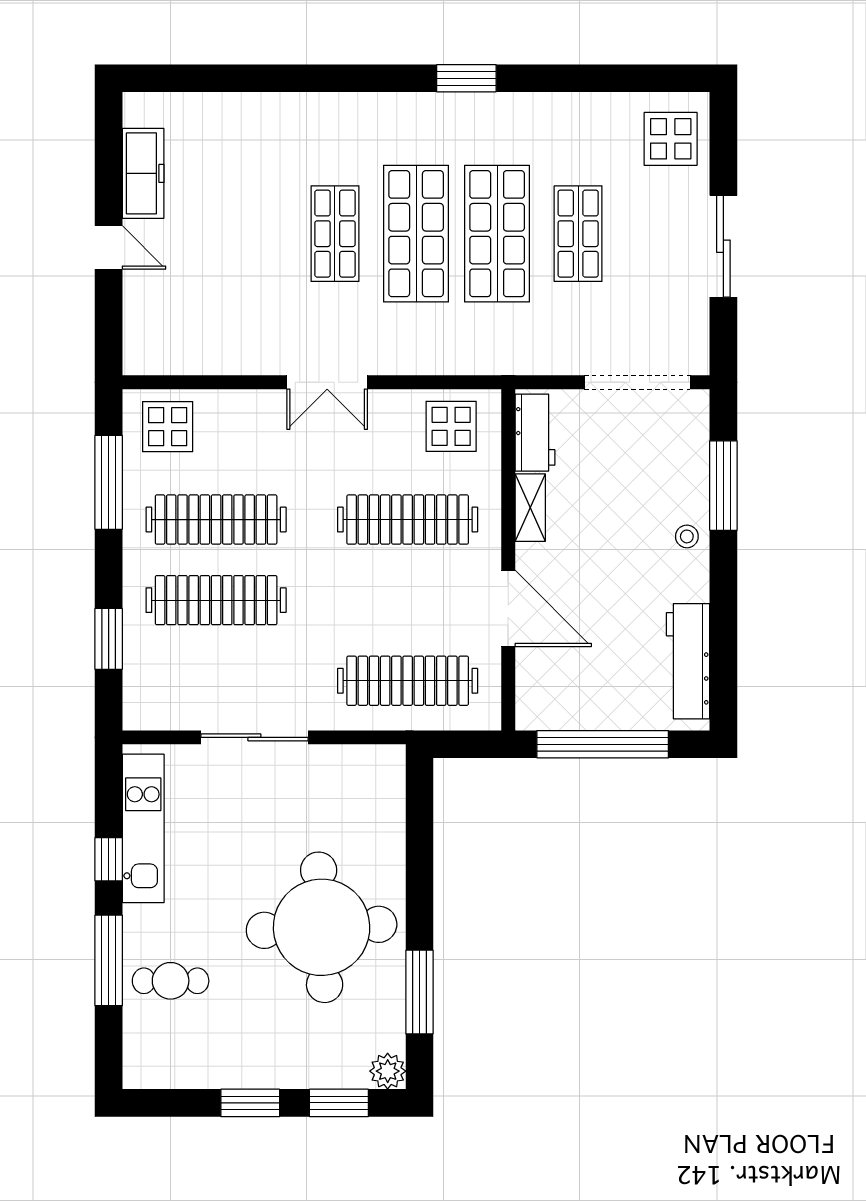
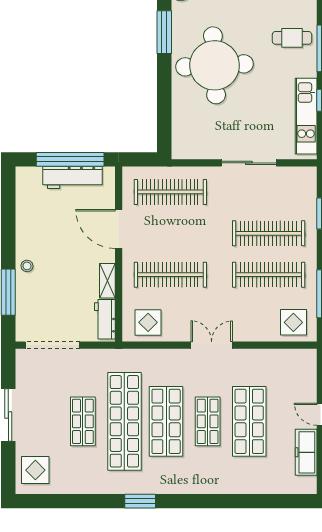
shop shelf: (254, 234) -> (249, 421), added
shop shelf: (497, 234) -> (124, 421), width x1.40
workbench: (688, 661) -> (73, 177), moved, turned 90

